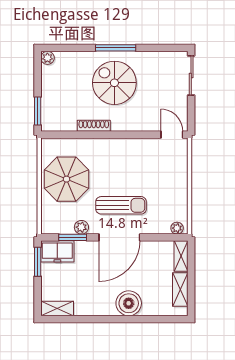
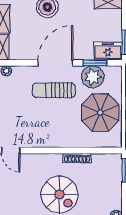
plant: (81, 227) -> (93, 77), width x1.88, depth x1.88

